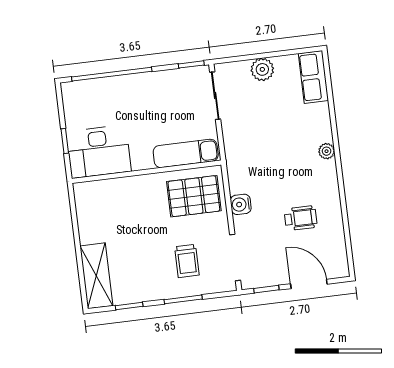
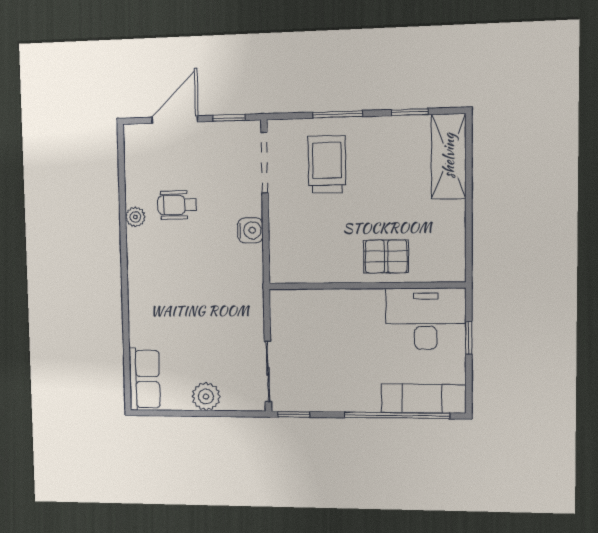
plant: (327, 151) -> (135, 217), moved
exam couch: (186, 153) -> (423, 399), moved, turned 180
pallet: (194, 196) -> (386, 257), moved, width x0.67, depth x0.71
trolley: (187, 261) -> (327, 164), width x1.36, depth x1.39
door: (309, 284) -> (175, 120), swing flipped

